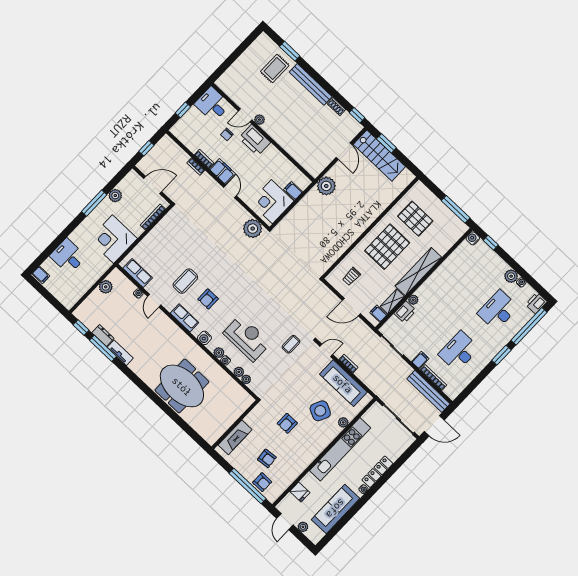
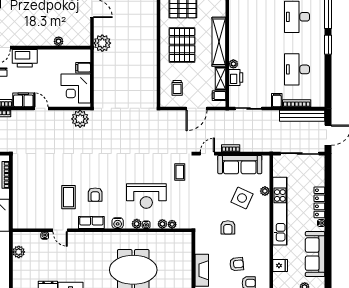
plant: (260, 120) -> (59, 41), moved
row of seats: (138, 273) -> (31, 222), removed
reception desk: (247, 338) -> (146, 196), turned 180

